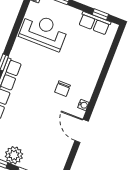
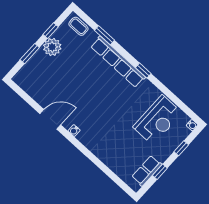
window: (100, 14) -> (160, 172), moved
chair: (62, 89) -> (97, 117), removed

